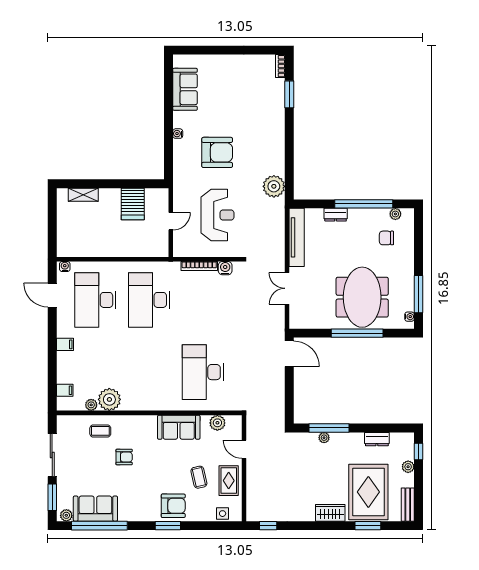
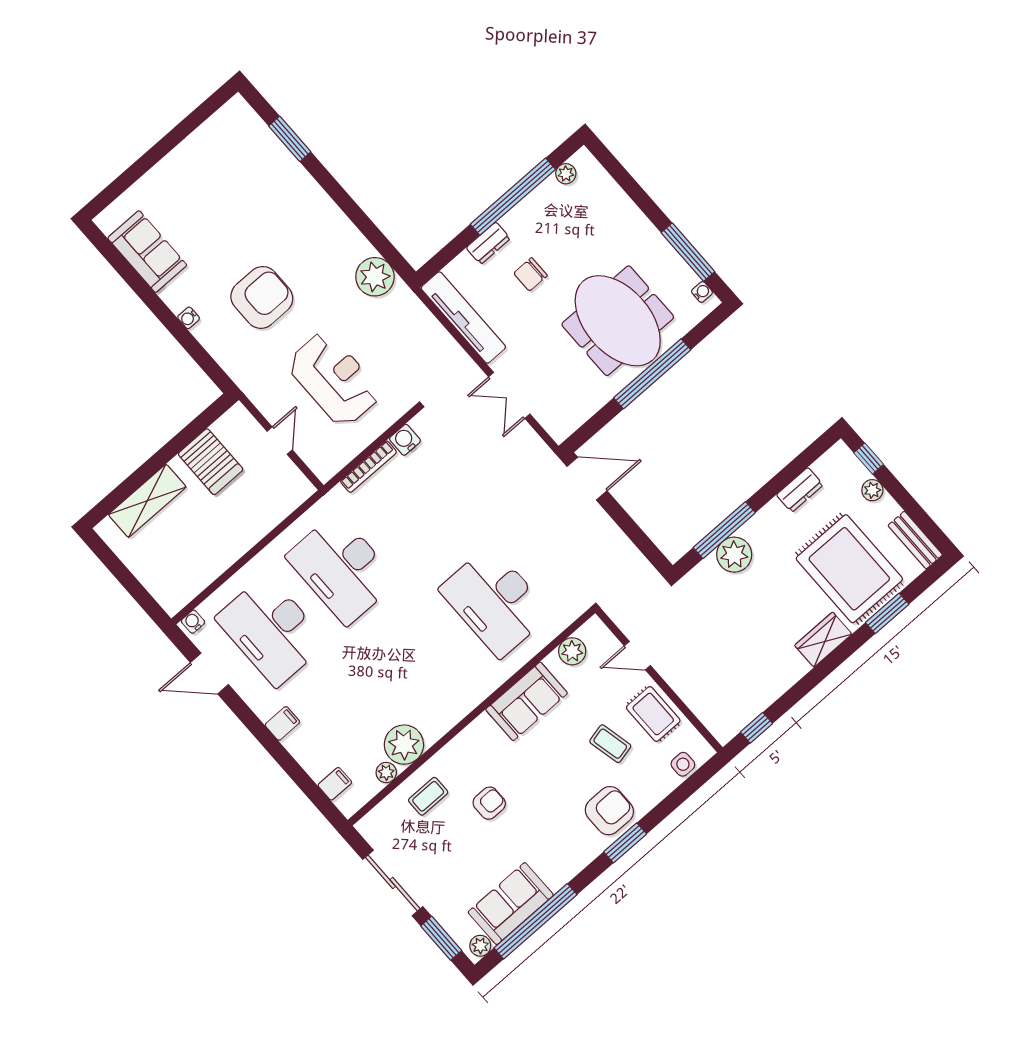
bookcase: (280, 66) -> (245, 112), removed
shelving: (83, 195) -> (147, 501), width x1.50, depth x1.33
chair: (386, 238) -> (530, 274), moved
plant: (324, 438) -> (734, 555), width x1.88, depth x1.88

